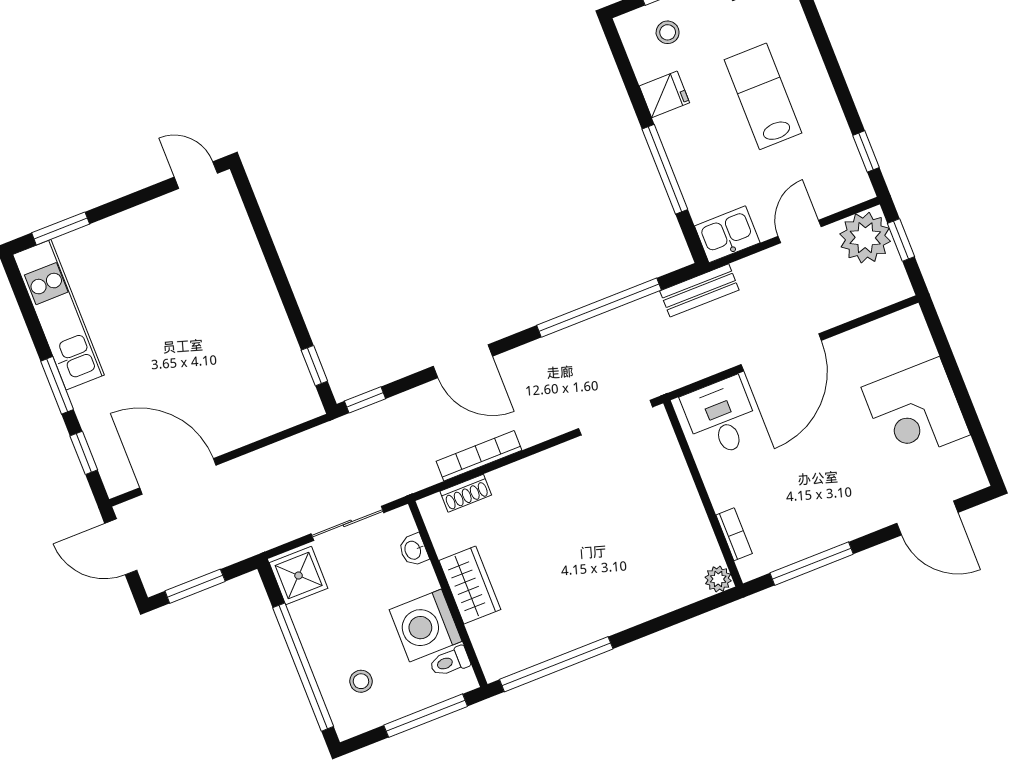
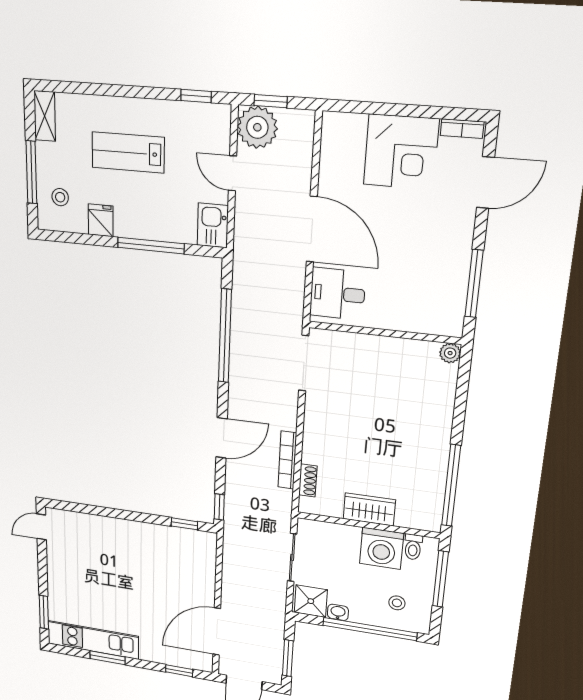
bench: (699, 290) -> (243, 264), removed
window: (57, 385) -> (108, 658), moved
bookcase: (734, 534) -> (462, 129), moved, turned 180
washbasin: (413, 550) -> (338, 612), moved, turned 180

